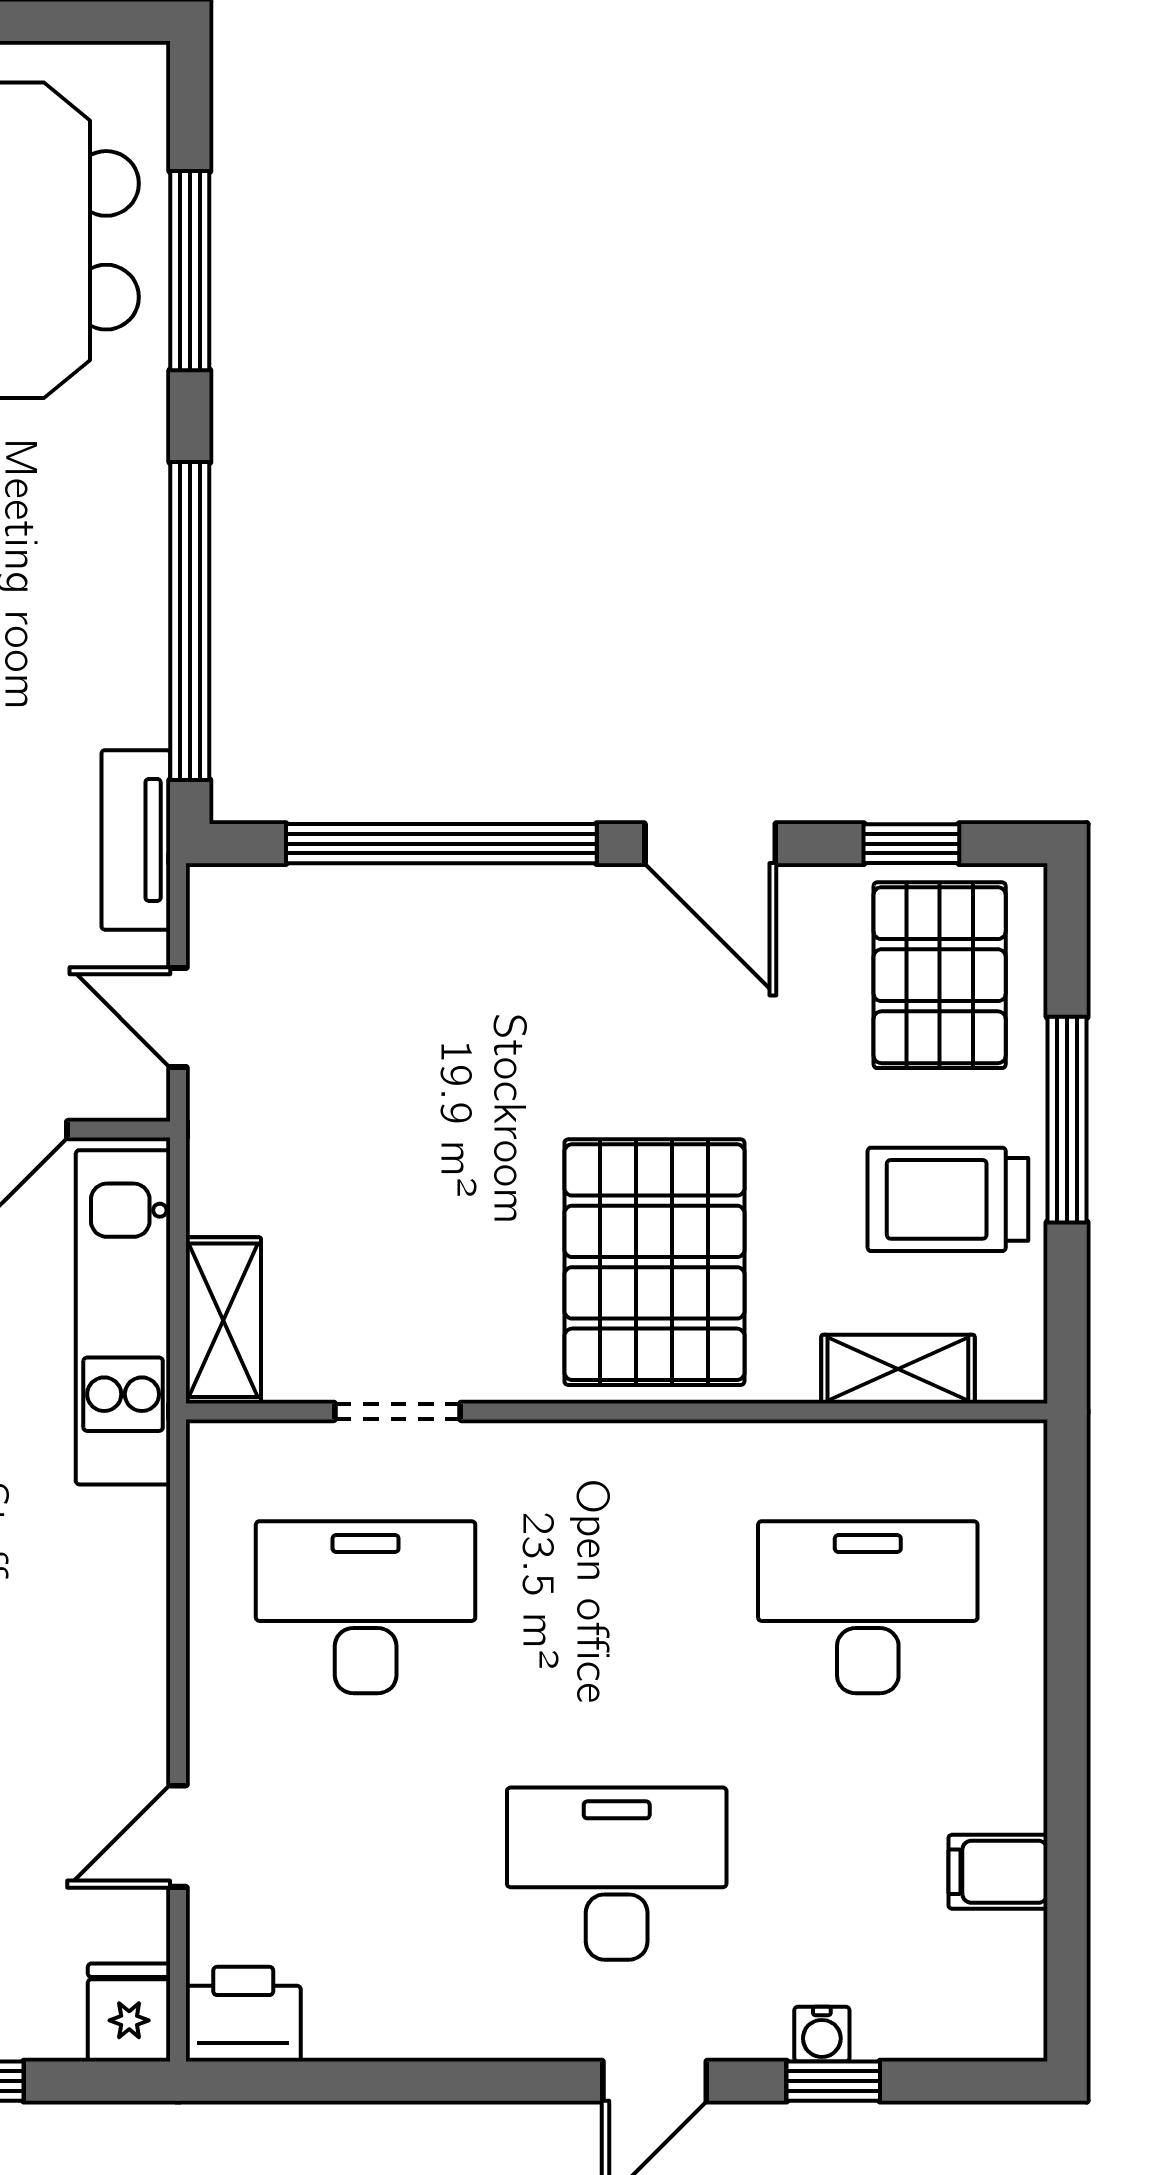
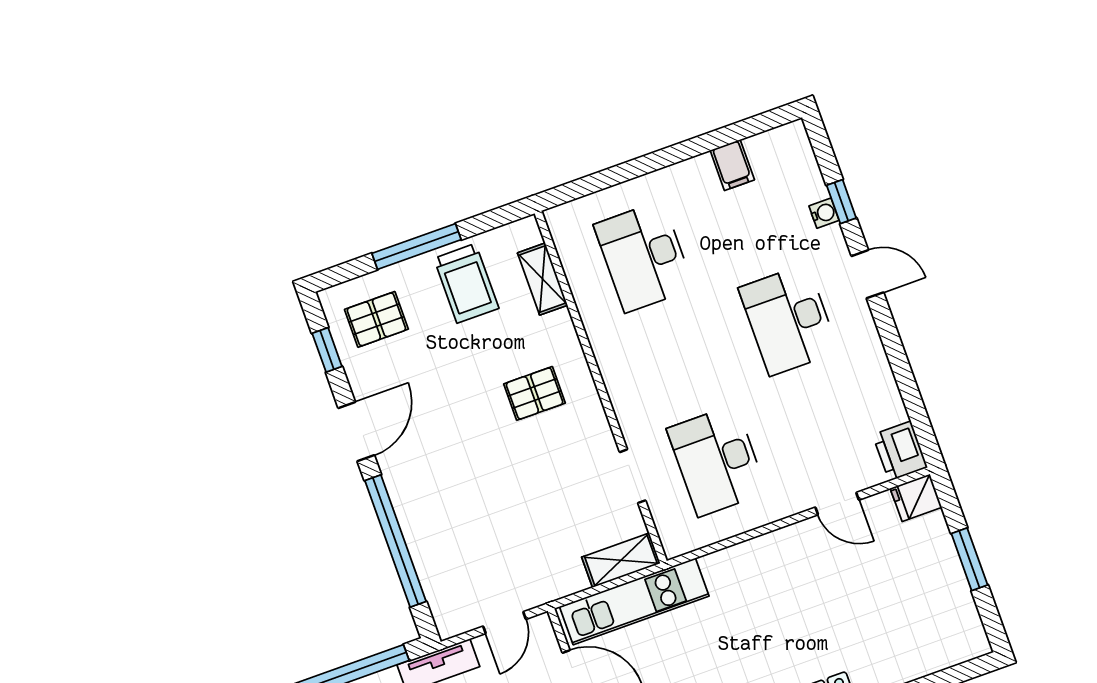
pallet: (940, 975) -> (376, 319), width x0.67, depth x0.71
pallet: (654, 1262) -> (535, 393), width x0.49, depth x0.50

